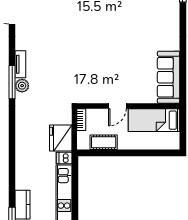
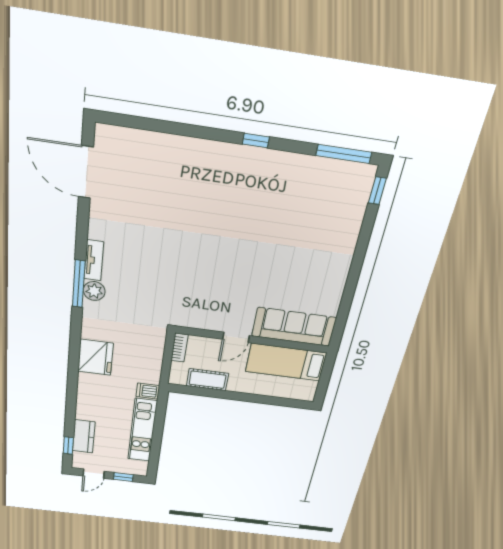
sofa: (169, 77) -> (294, 327), moved, turned 90
fridge: (61, 138) -> (95, 357), moved, turned 180

